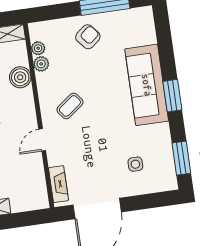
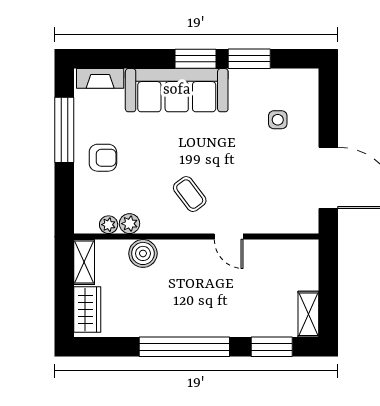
armchair: (88, 37) -> (103, 158), turned 130
window: (181, 158) -> (249, 59), moved
fireplace: (58, 184) -> (100, 78), moved, turned 180

